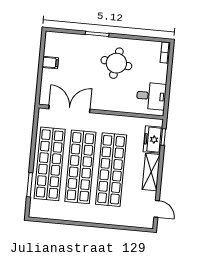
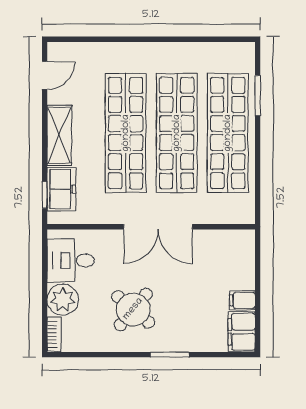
filing cabinet: (52, 44) -> (242, 332), added
round table: (116, 63) -> (133, 309), turned 31
plant: (158, 73) -> (63, 300), added
double door: (69, 109) -> (158, 227), moved
door: (157, 209) -> (45, 75), swing flipped

